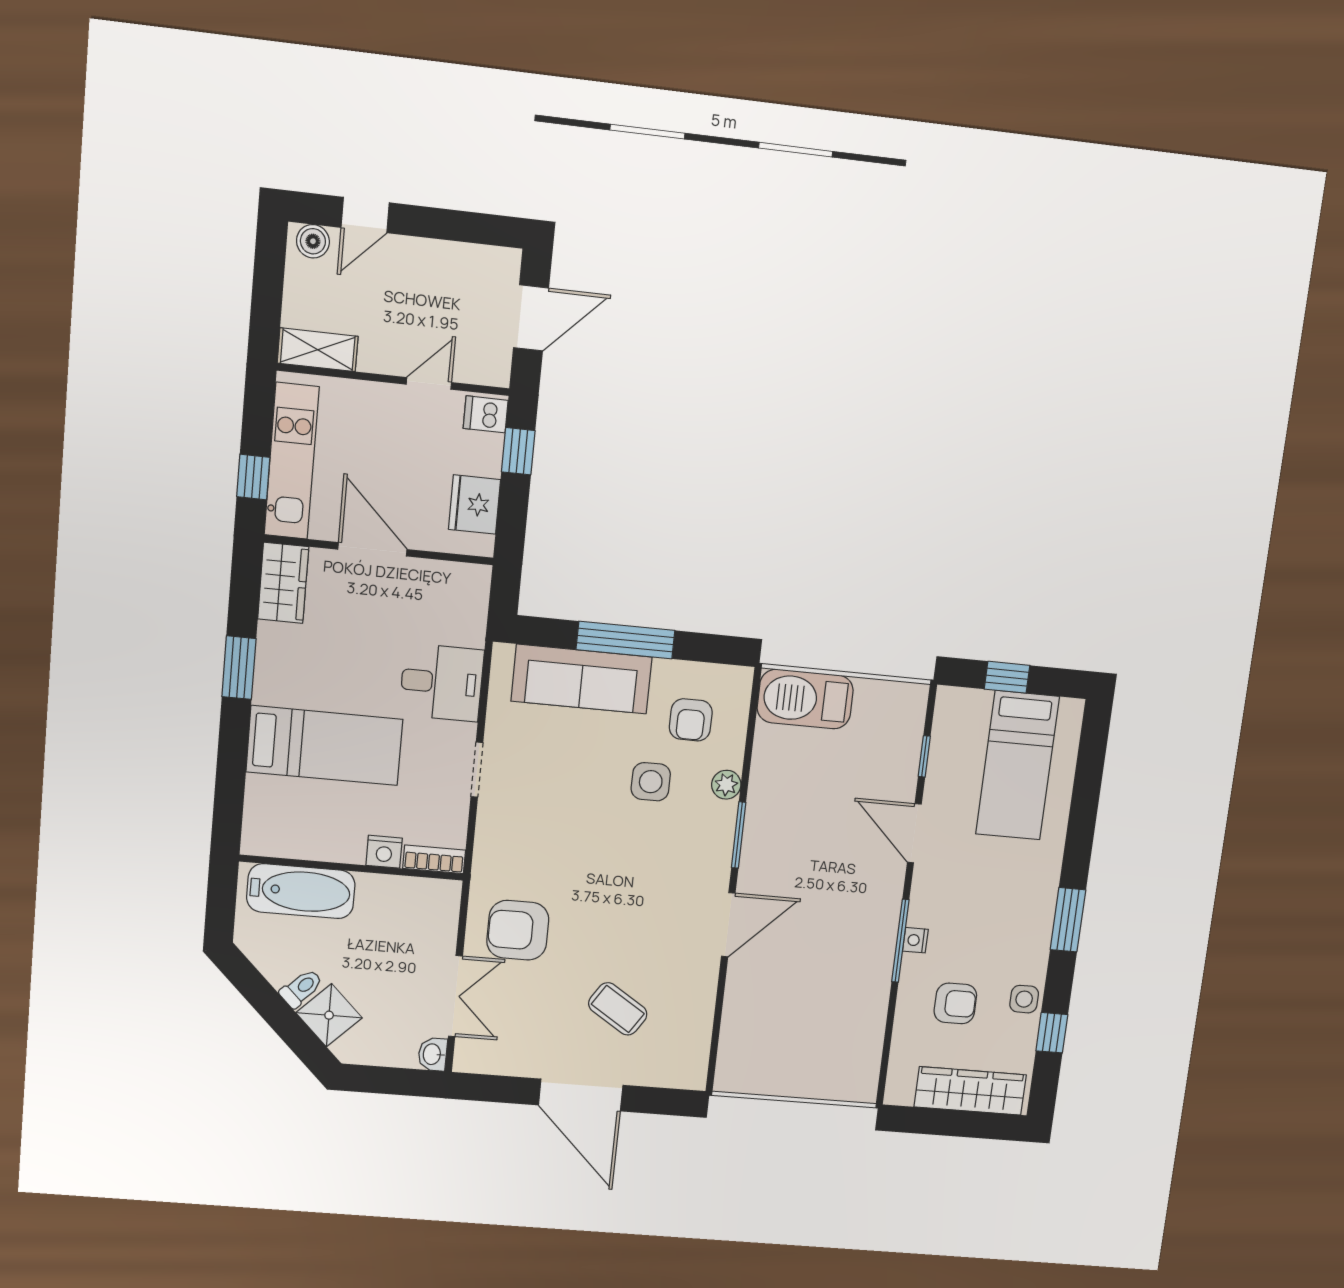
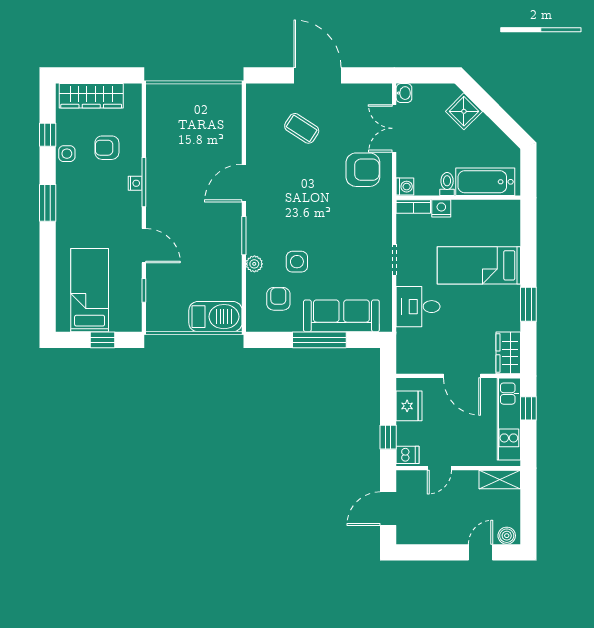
washing machine: (446, 895) -> (405, 187), added
toilet: (301, 988) -> (447, 184), moved, turned 135

